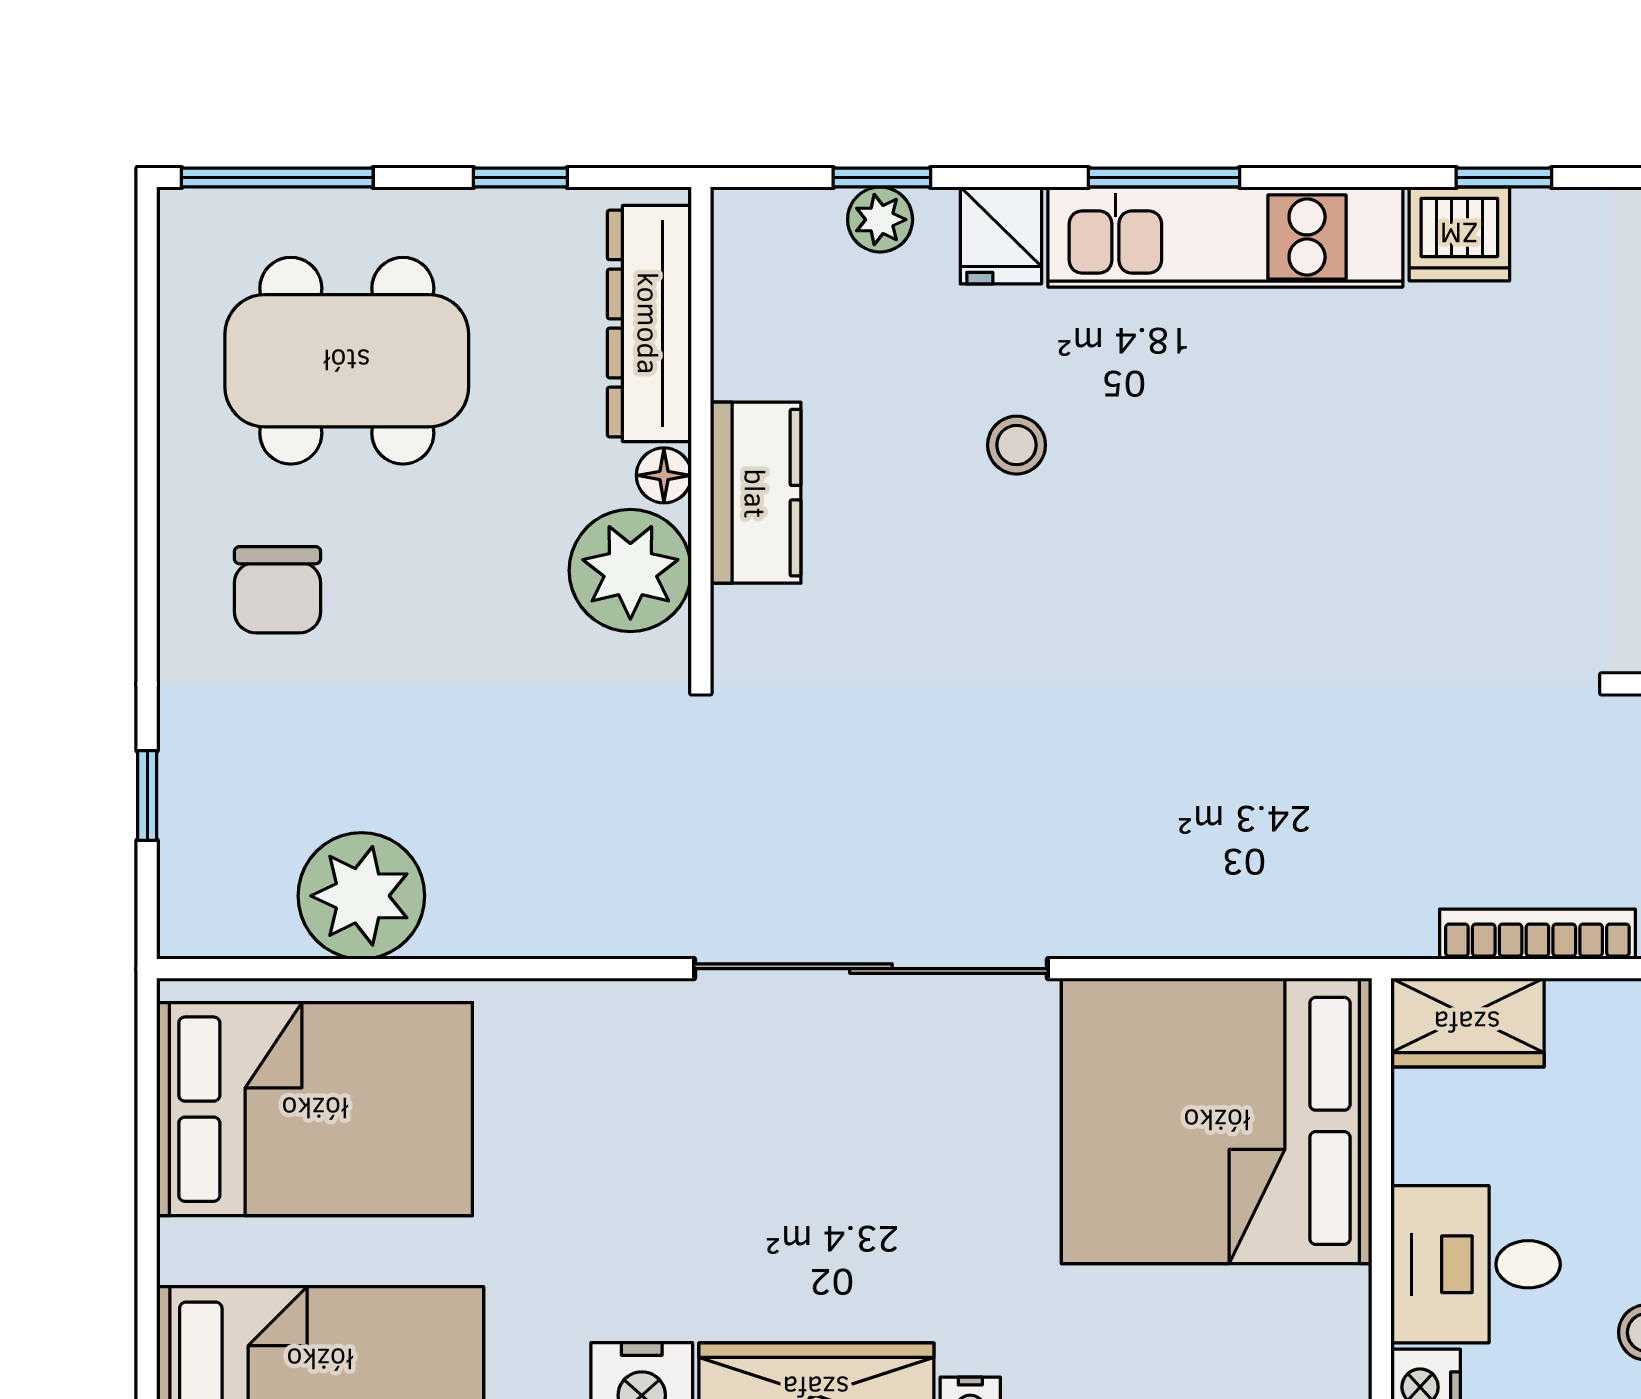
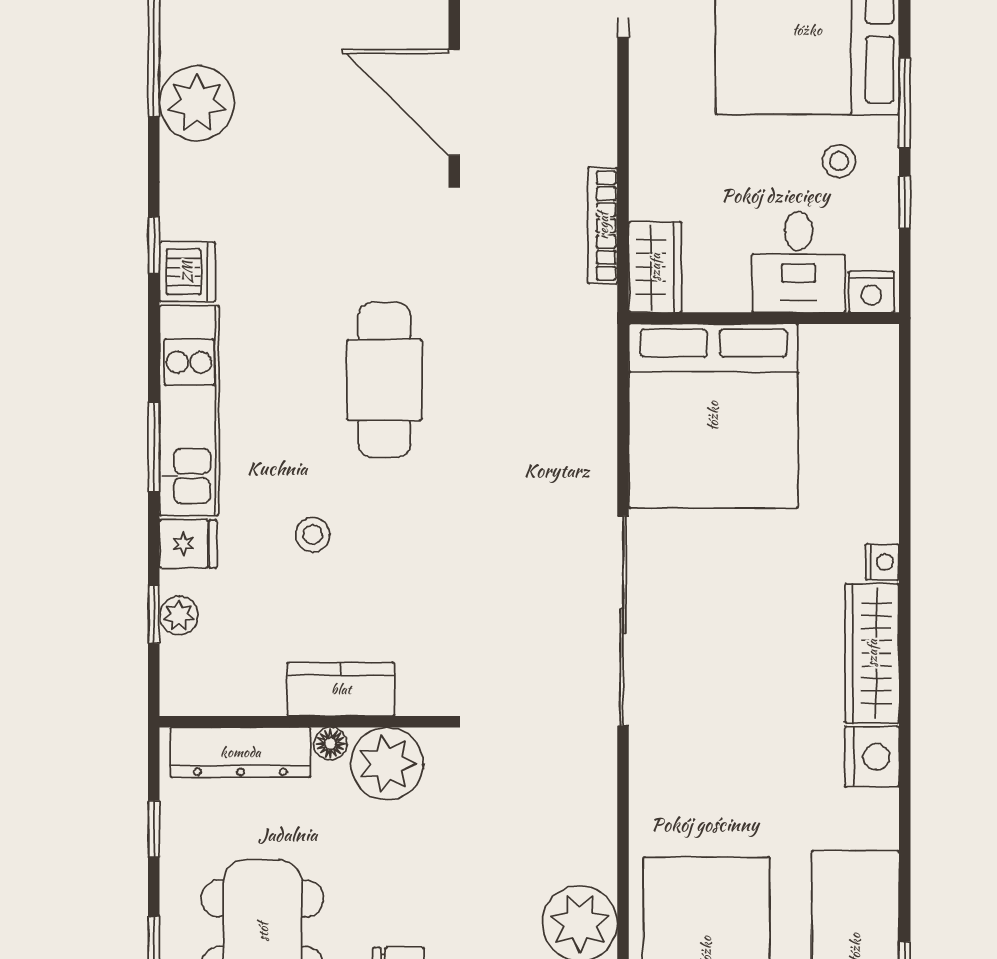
cafe table: (1277, 566) -> (384, 380), added

